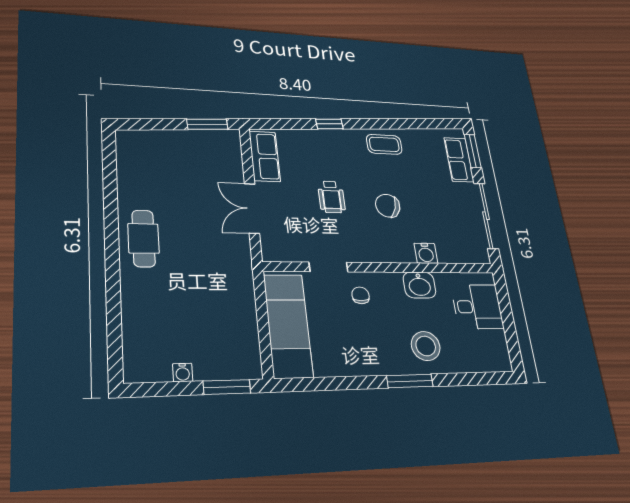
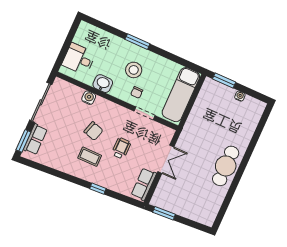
coffee table: (384, 144) -> (90, 157), moved
cafe table: (143, 238) -> (226, 166), width x1.37, depth x1.35
stool: (426, 346) -> (134, 70), moved

